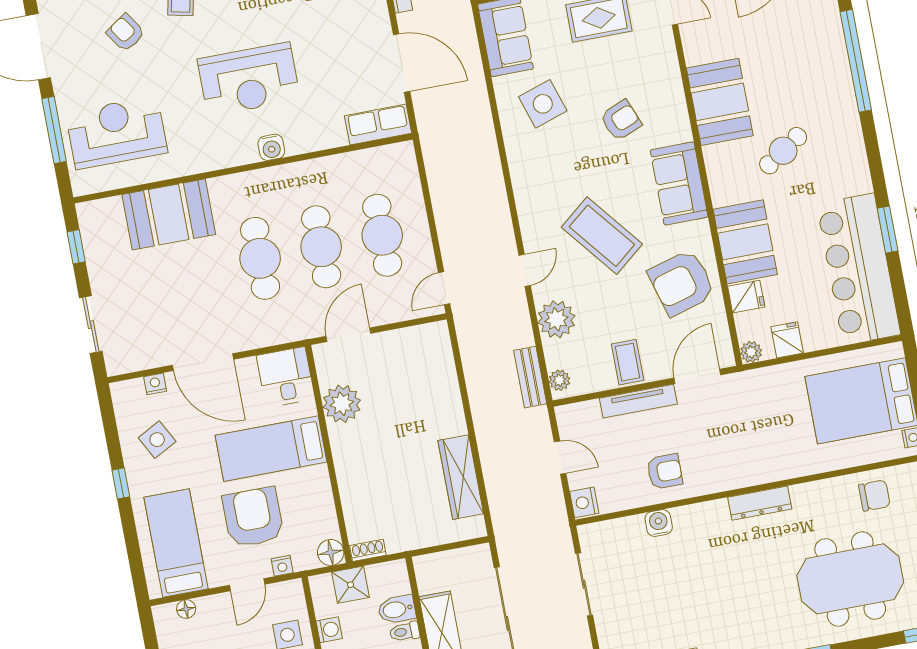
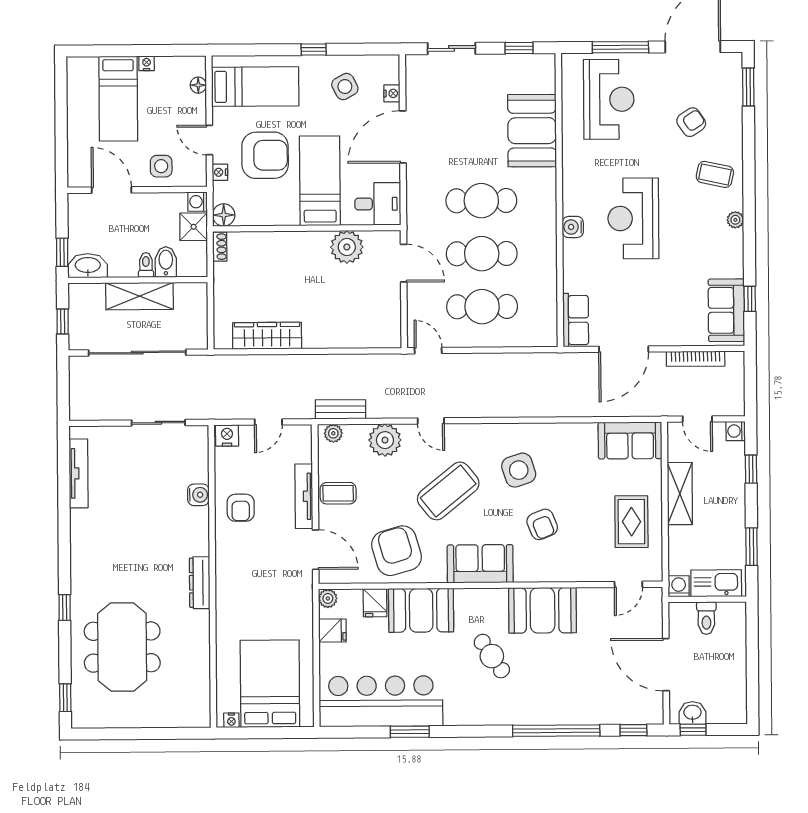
side table: (543, 104) -> (519, 470), moved
chair: (874, 495) -> (189, 680), removed
washing machine: (329, 630) -> (198, 202), moved, turned 90

